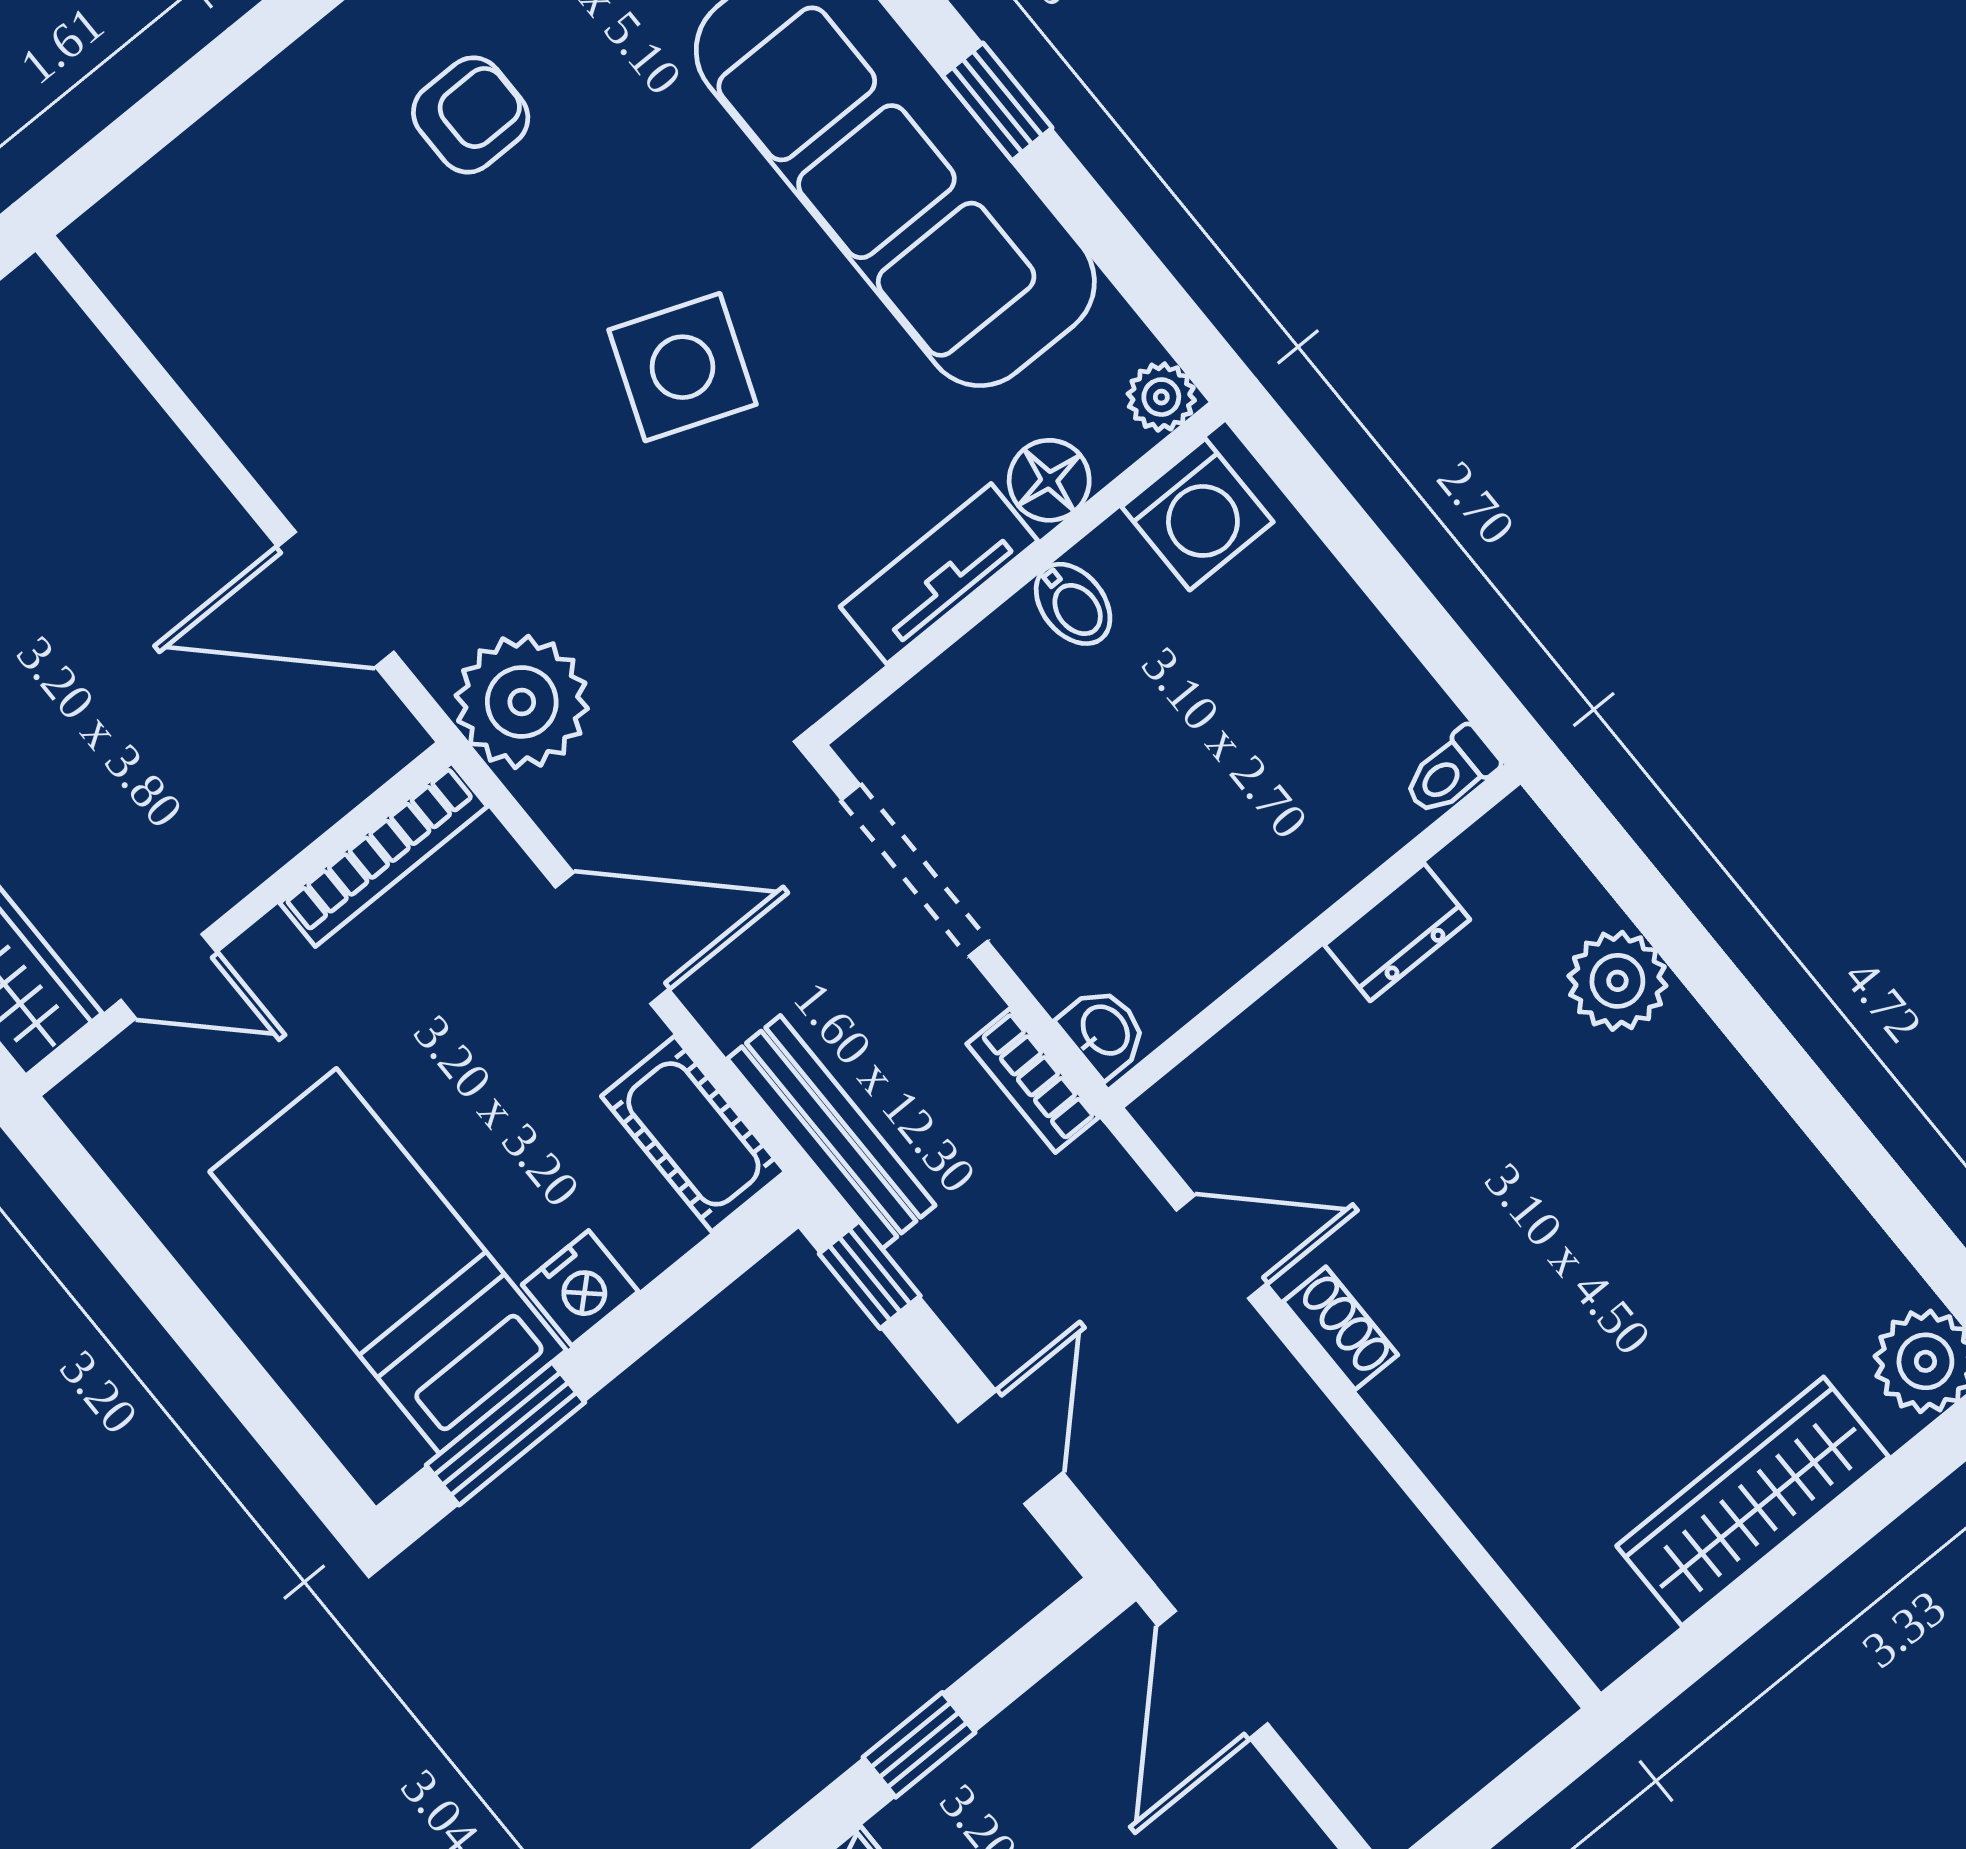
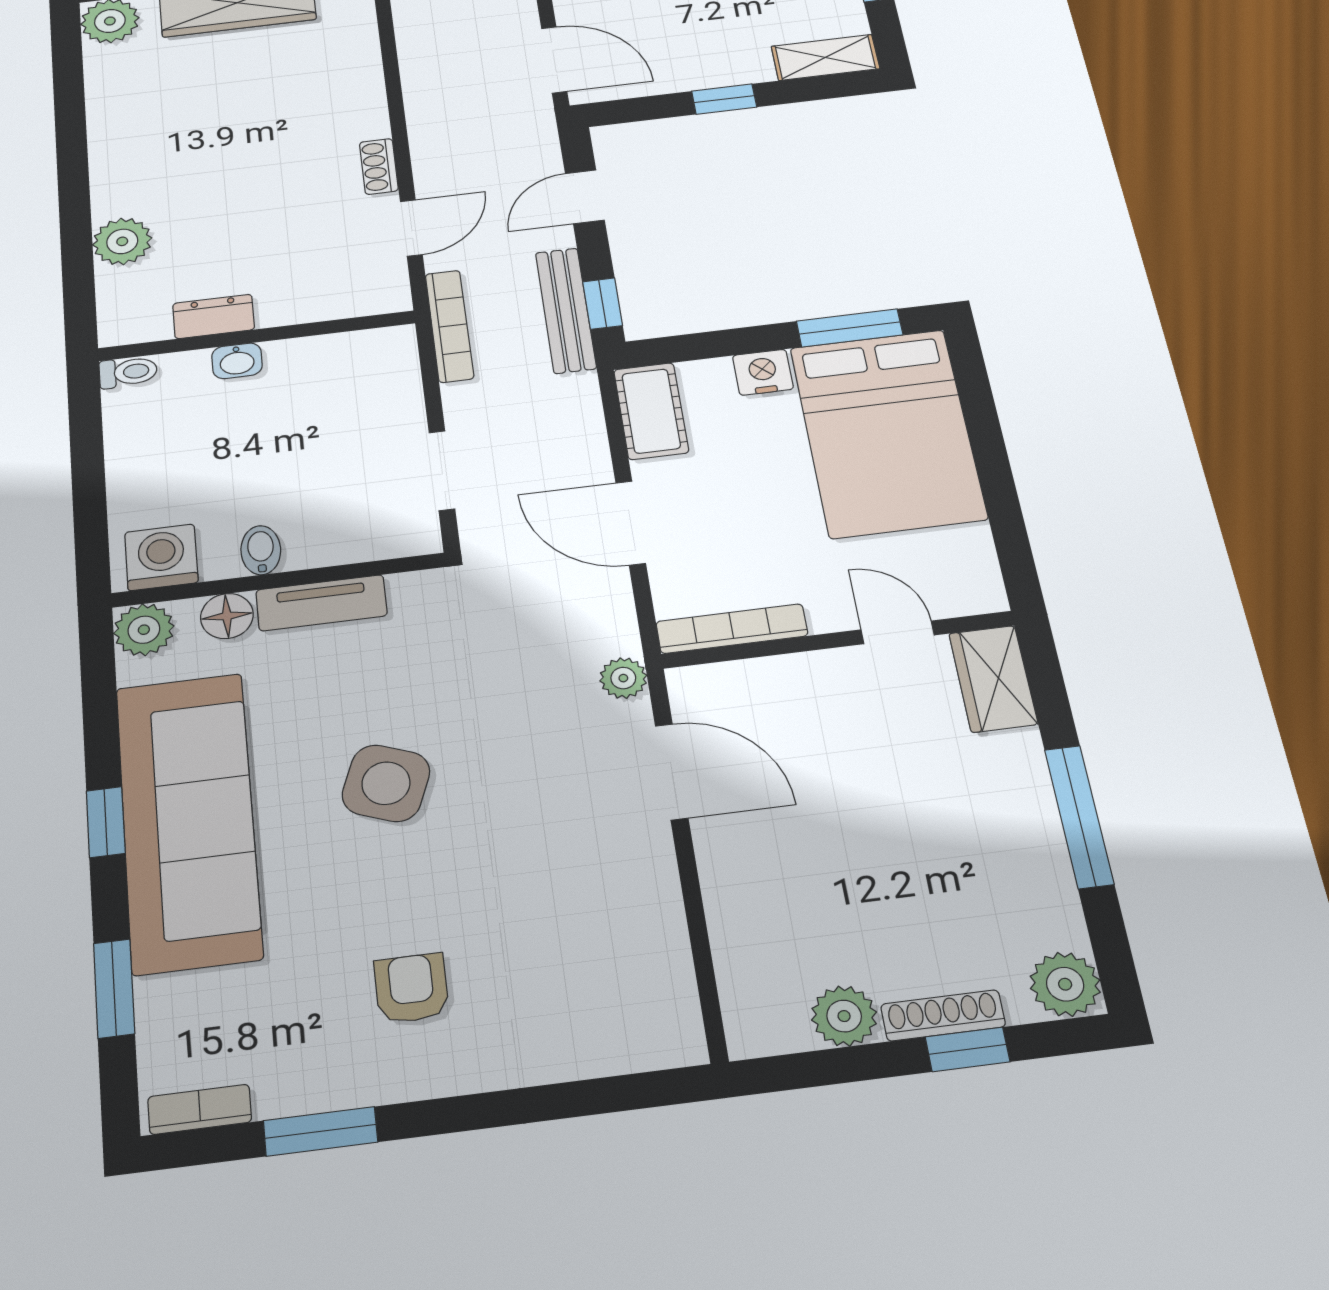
armchair: (471, 115) -> (411, 988), turned 90
plant: (1161, 397) -> (144, 630), width x1.38, depth x1.38
plant: (522, 702) -> (623, 678), width x0.53, depth x0.53
doorway: (914, 870) -> (442, 471), width x0.73
washbasin: (1104, 1031) -> (237, 361), moved, turned -90
bookcase: (1033, 1080) -> (449, 326), width x1.56
bench: (831, 1132) -> (566, 310), moved
door: (1221, 1247) -> (411, 228), swing flipped
bed: (388, 1261) -> (887, 432), width x1.50
door: (1213, 1675) -> (554, 60), hinge flipped

